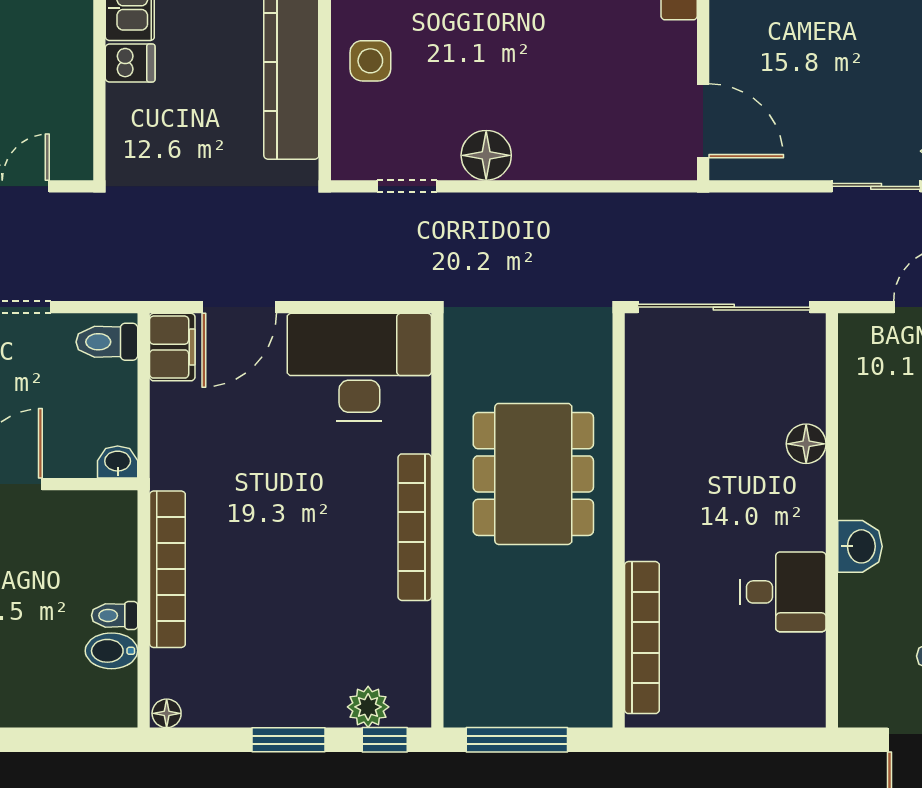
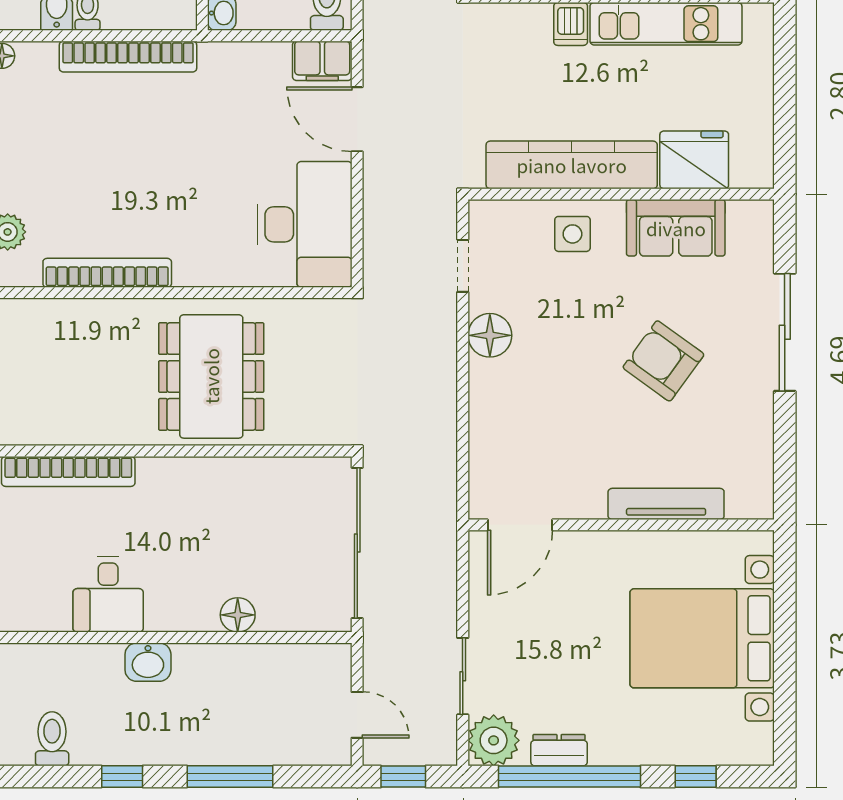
dining table: (533, 474) -> (211, 376), turned 90
bookcase: (415, 527) -> (107, 273), moved

